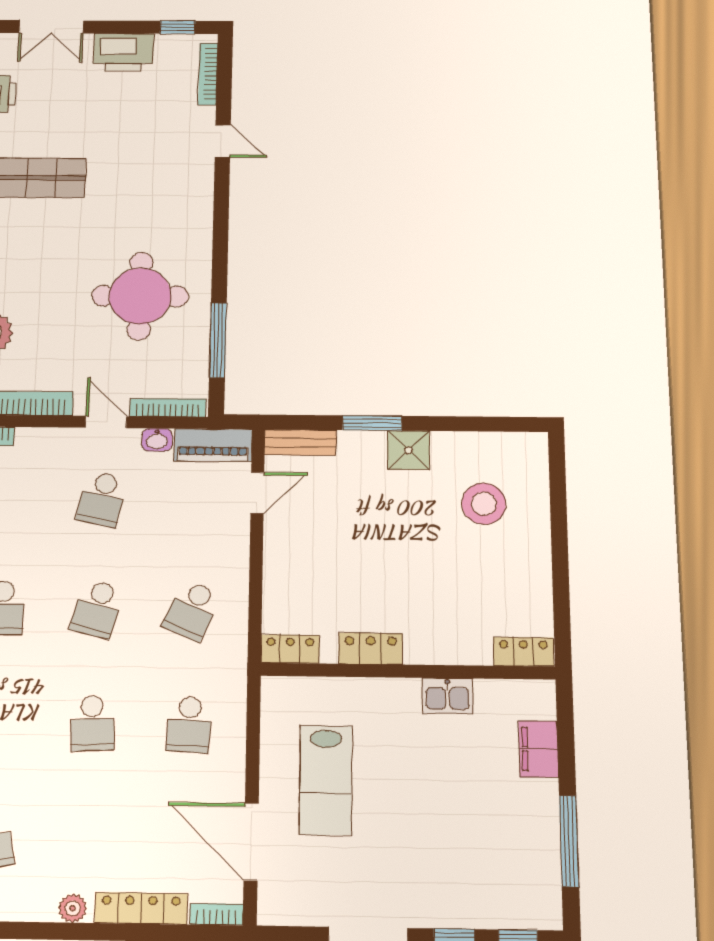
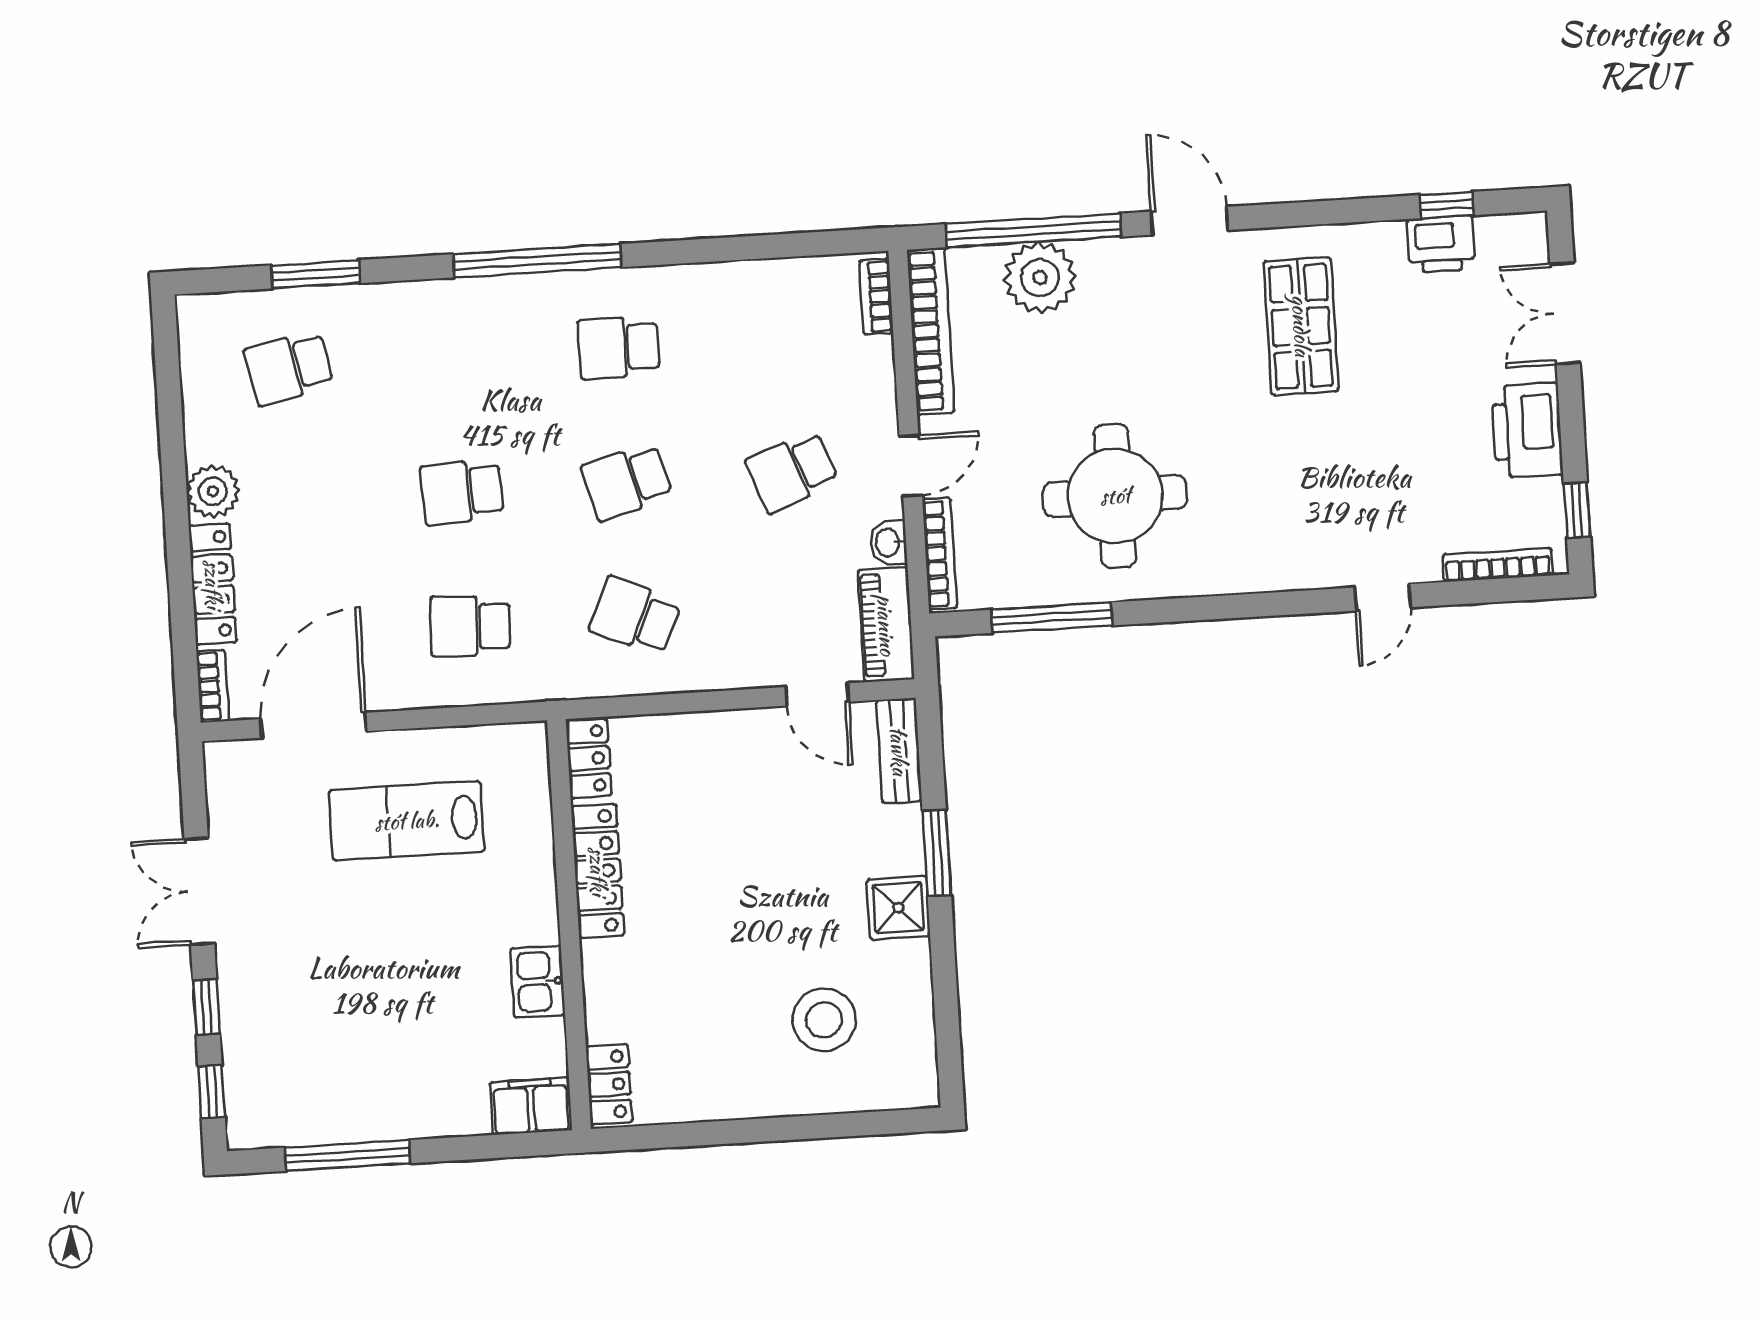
school desk: (102, 499) -> (792, 472), turned -33
school desk: (97, 609) -> (627, 482), turned -30
locker: (371, 649) -> (598, 871), width x1.53
filing cabinet: (538, 749) -> (531, 1106), moved
plant: (73, 908) -> (213, 491), width x1.38, depth x1.38

